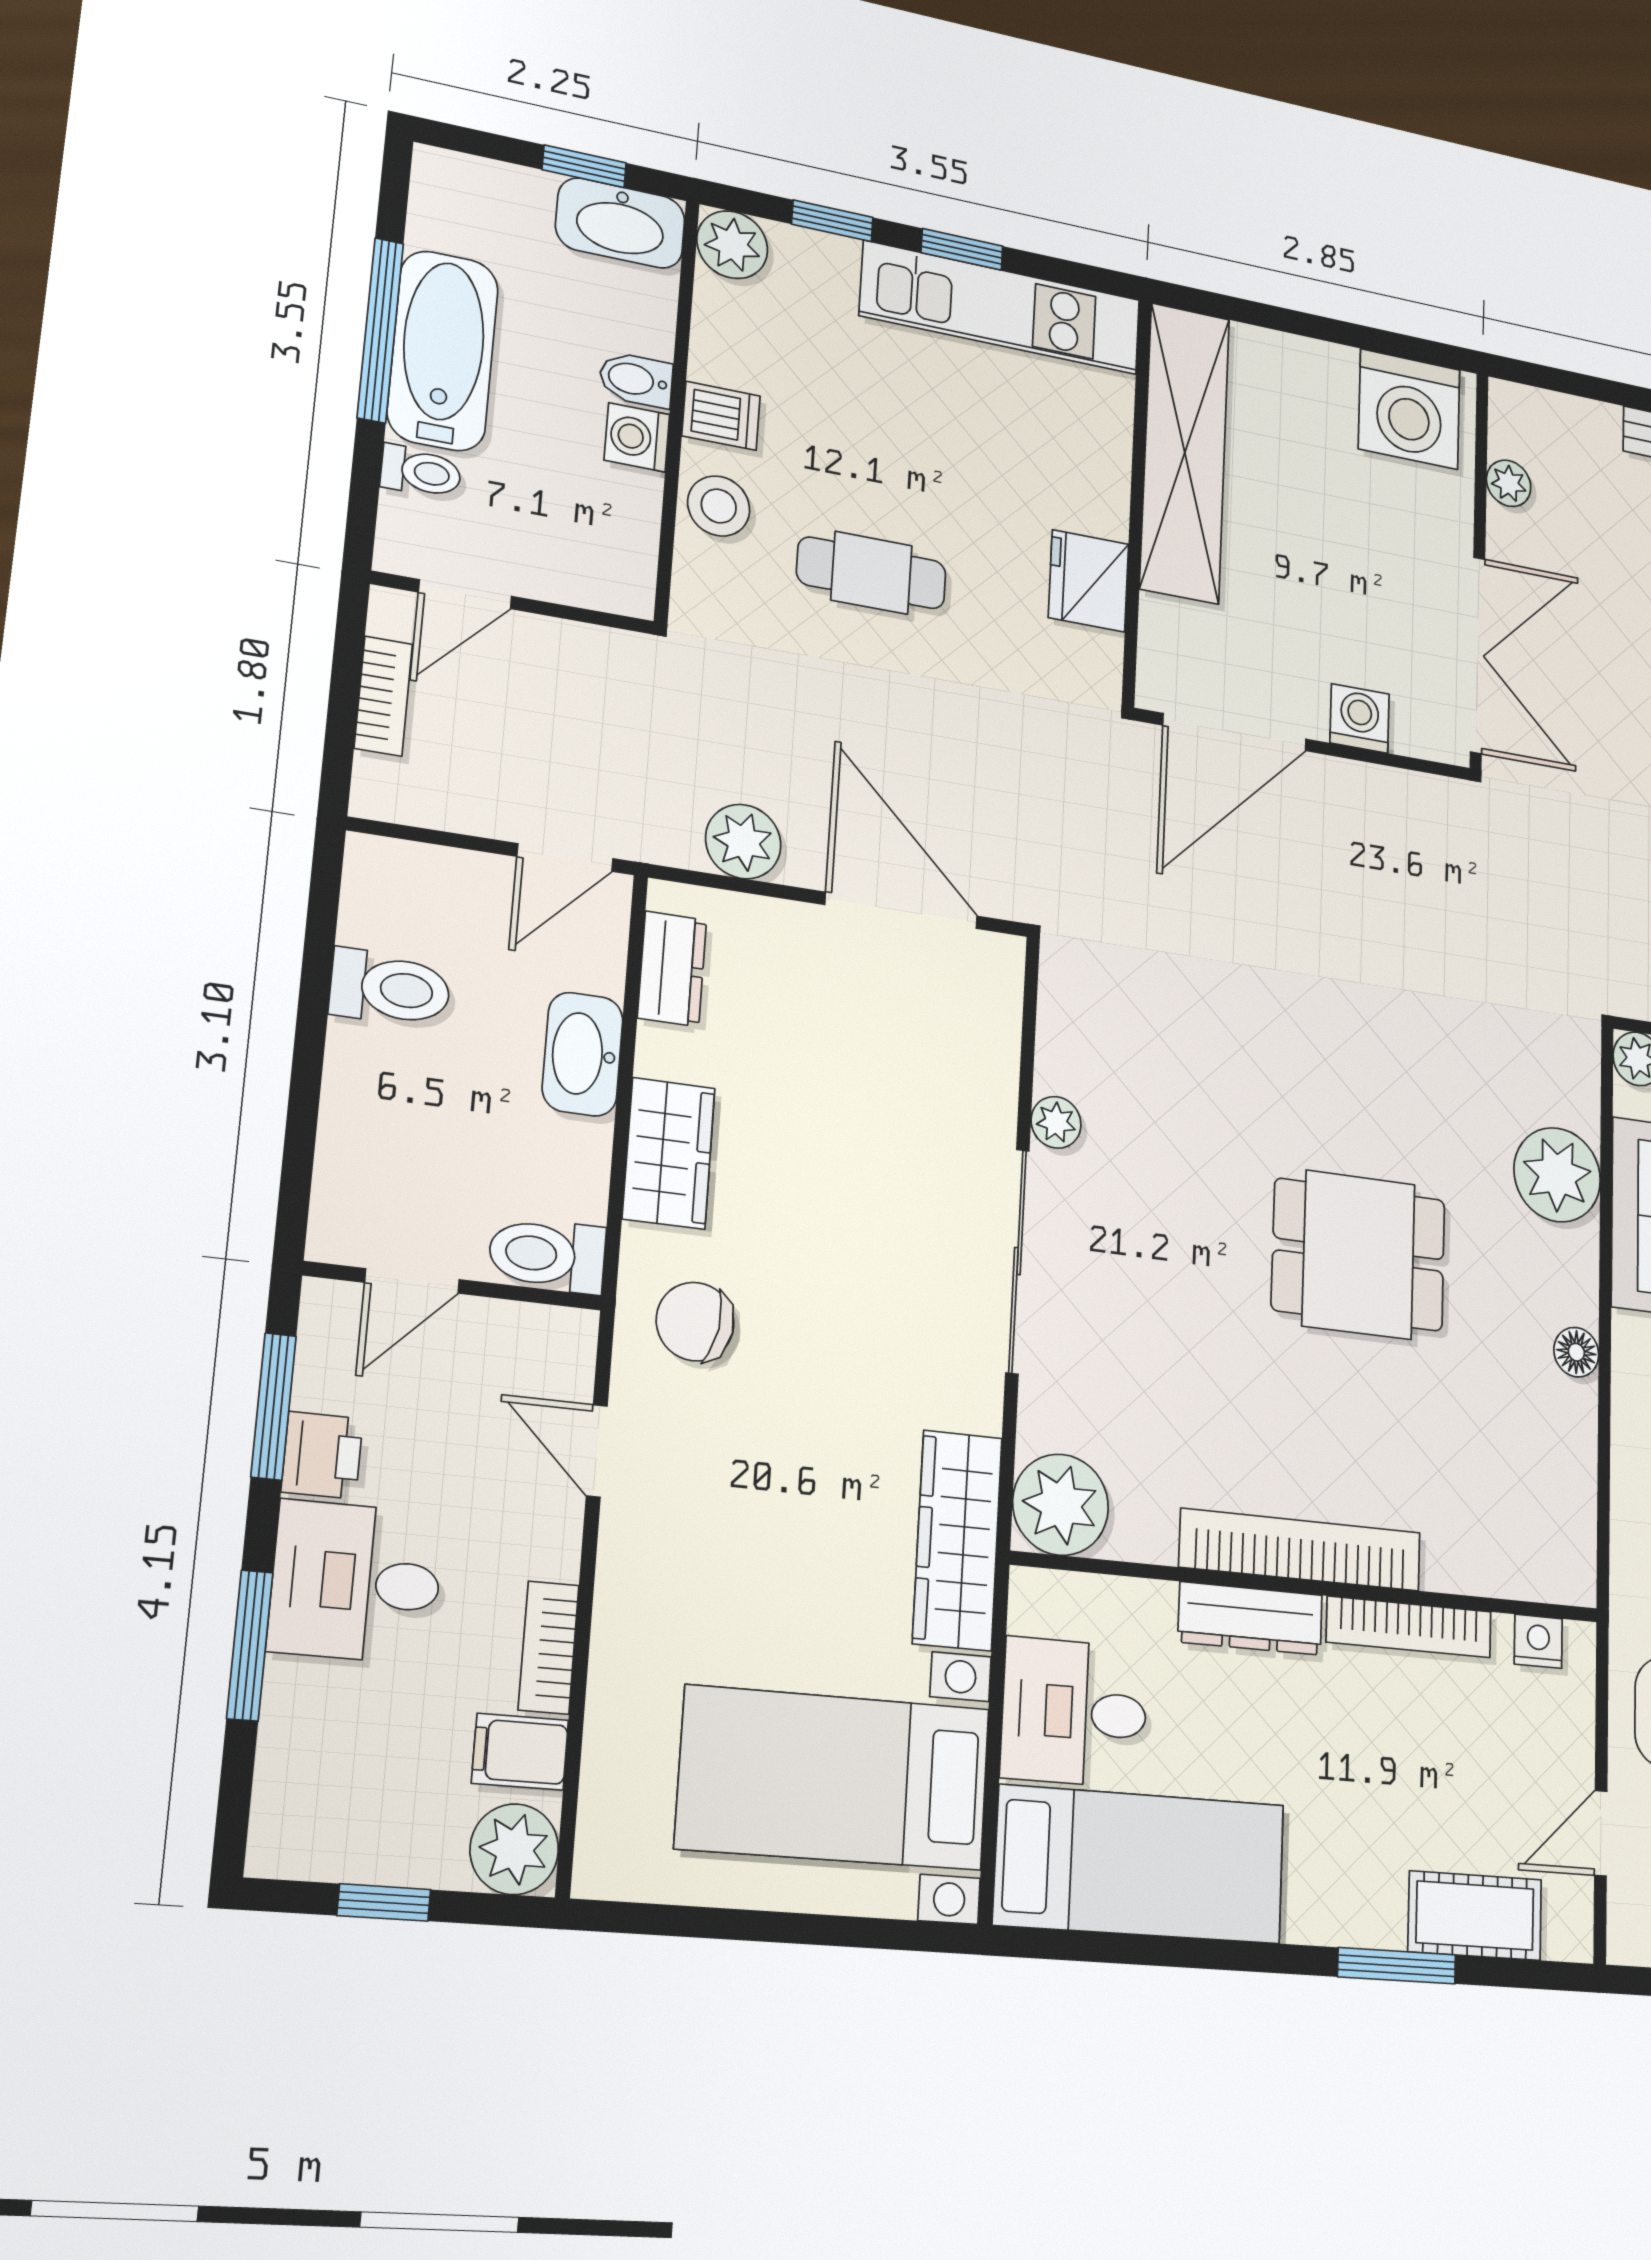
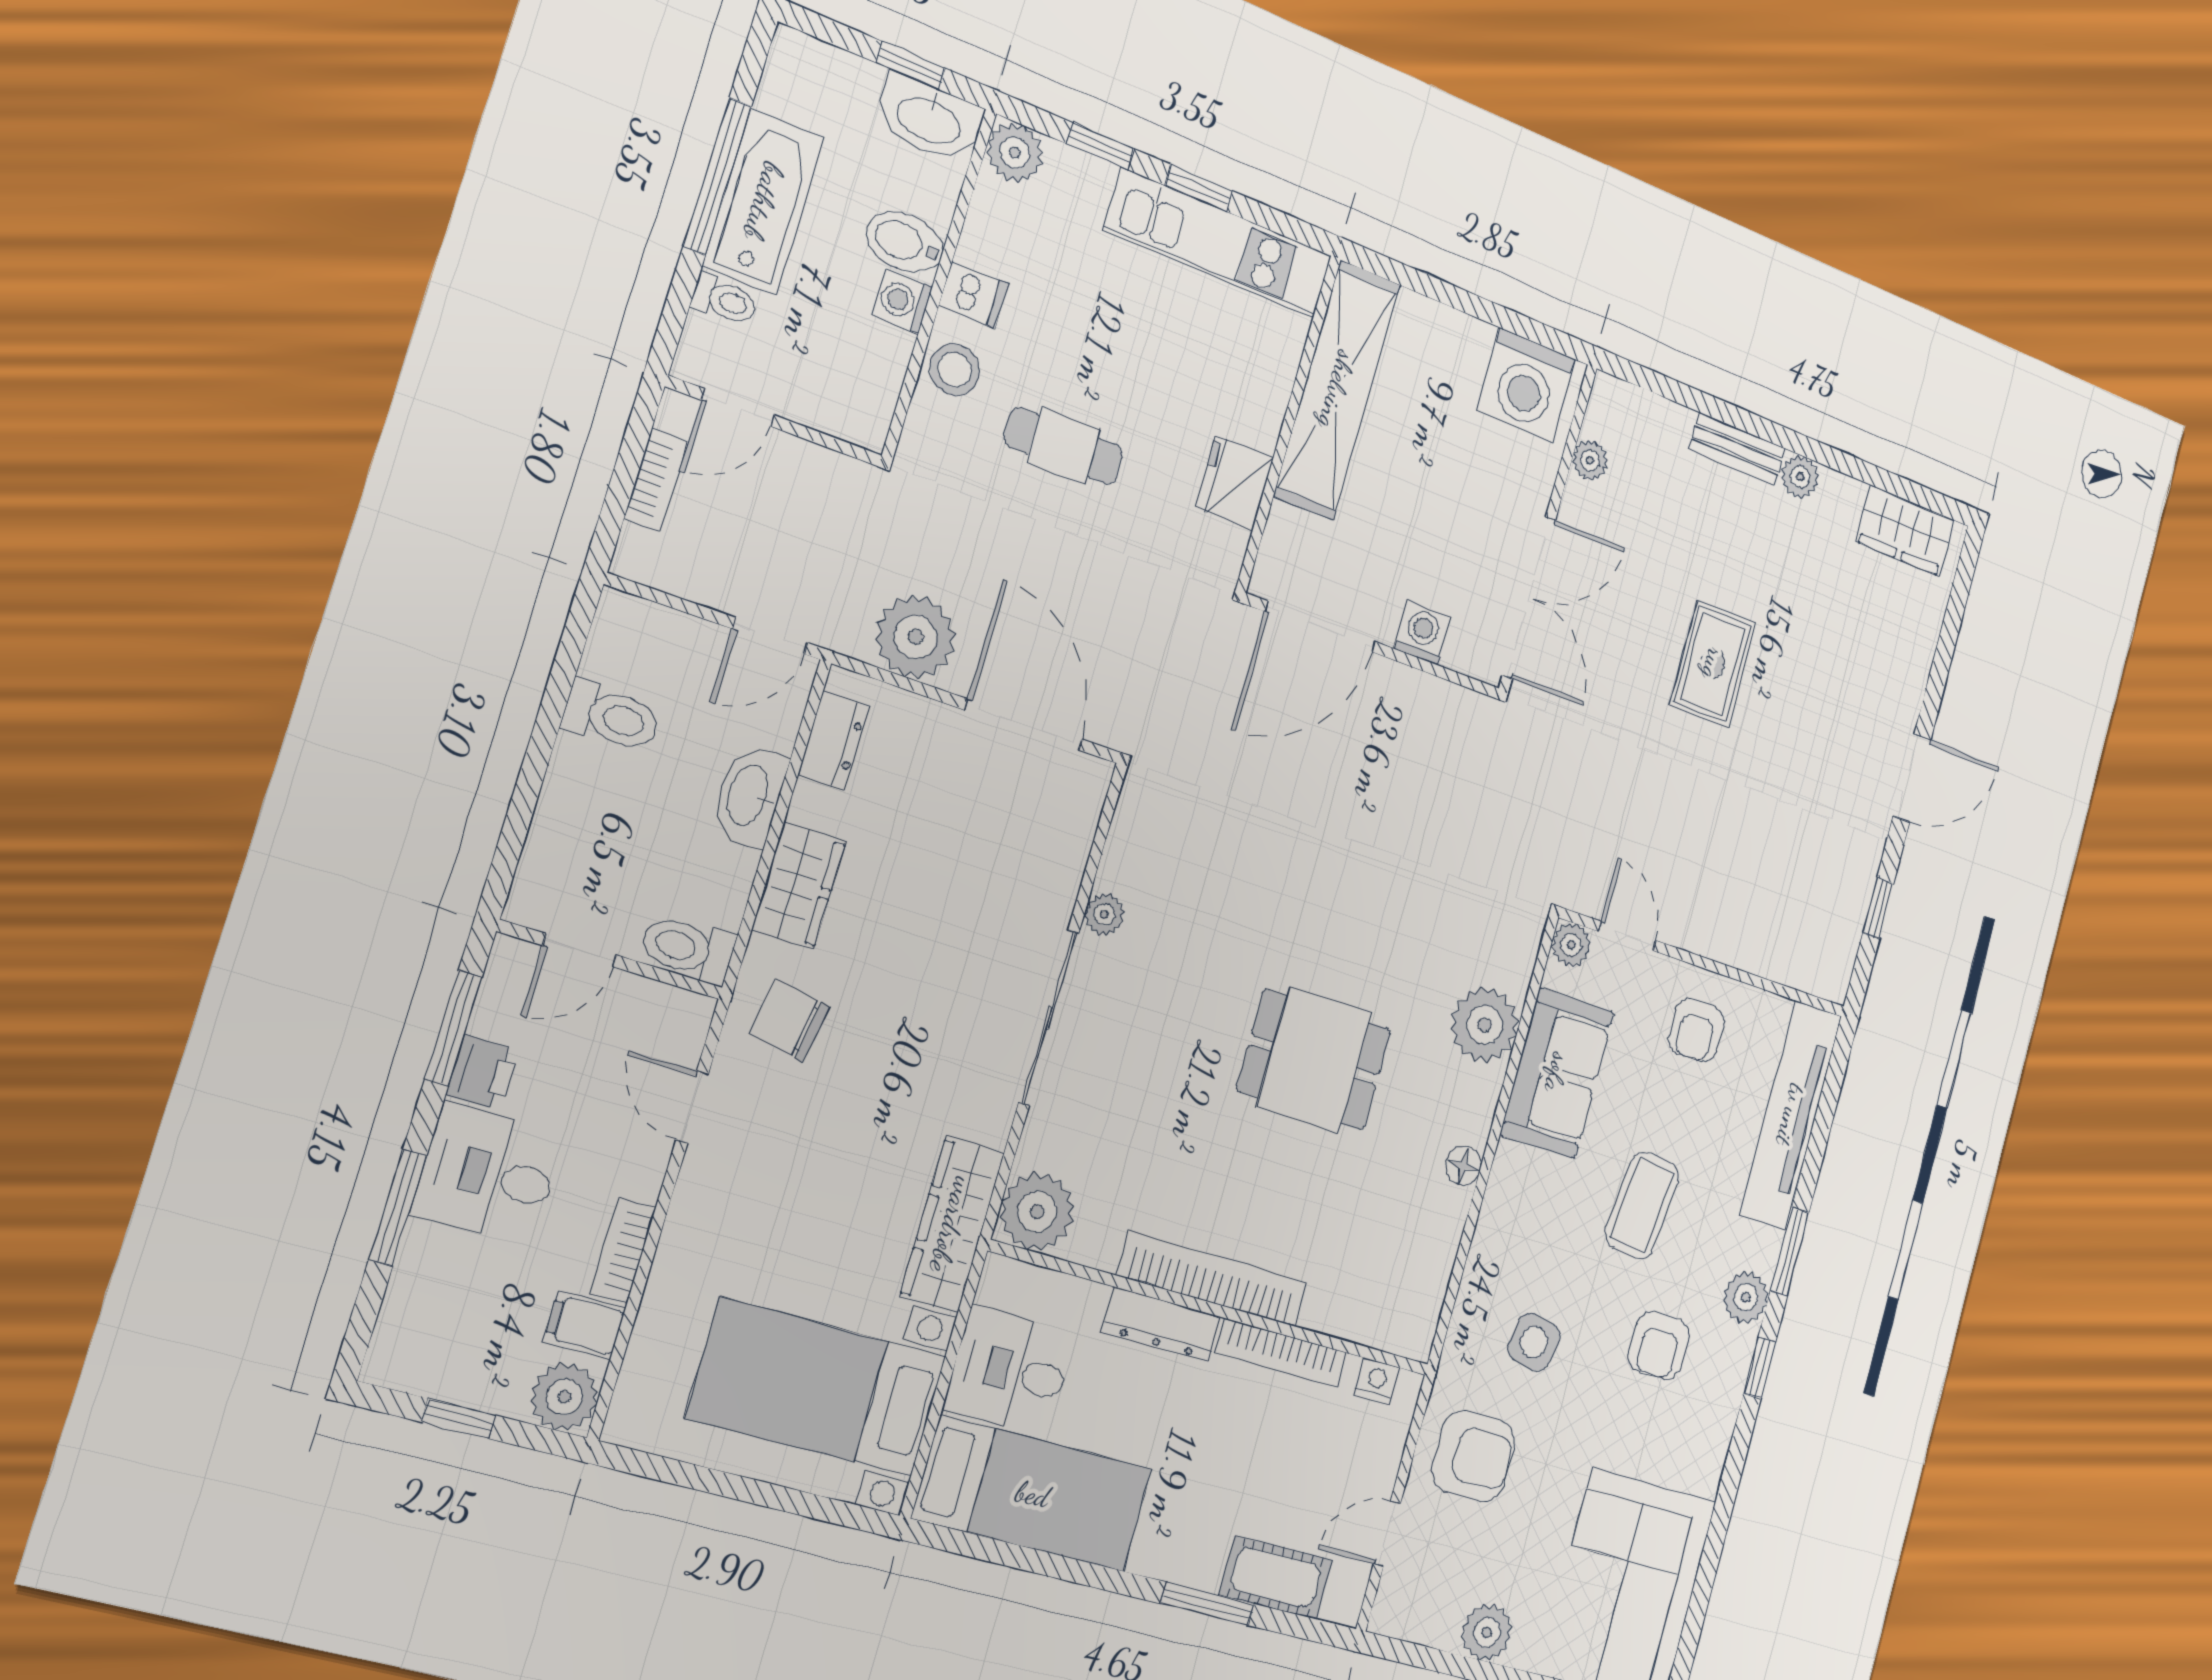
bidet: (636, 380) -> (905, 242), width x1.38, depth x1.36
plant: (743, 842) -> (915, 637), width x1.36, depth x1.36

